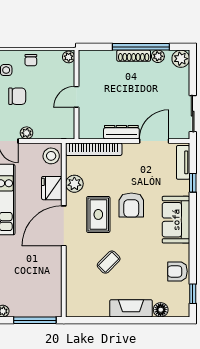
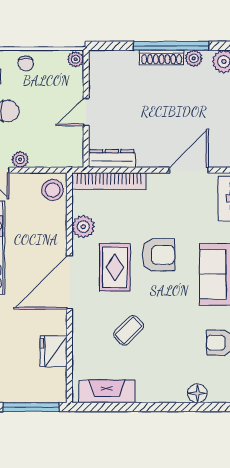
dresser: (121, 132) -> (112, 159), moved
fridge: (52, 188) -> (54, 351), moved
armchair: (131, 205) -> (158, 255), turned -90
fireplace: (131, 308) -> (107, 391), moved

